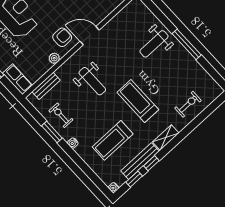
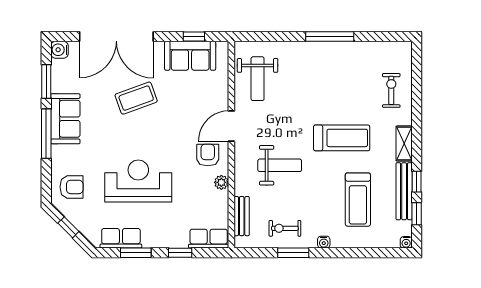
weight bench: (154, 44) -> (258, 79), moved
treadmill: (138, 101) -> (342, 138), turned 180

